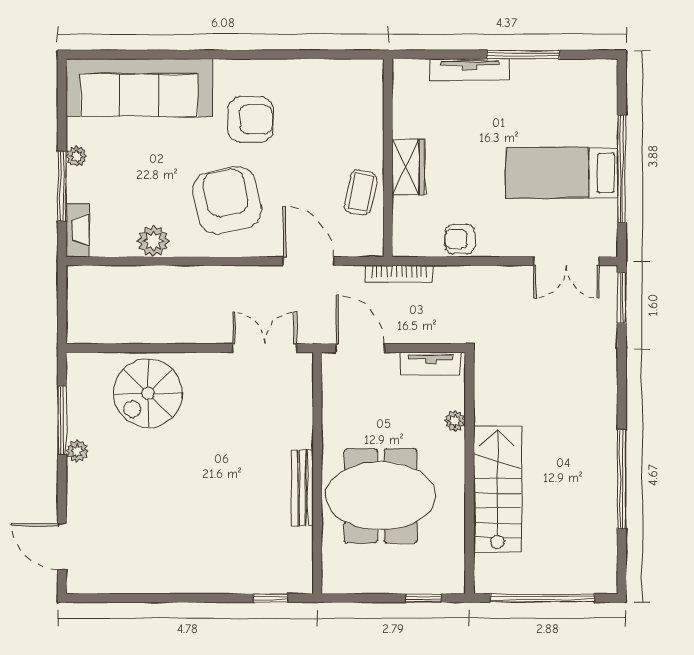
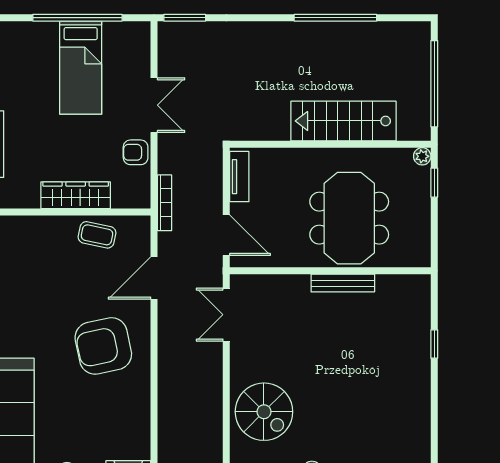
armchair: (250, 119) -> (36, 326), removed
wardrobe: (408, 167) -> (76, 195), width x1.50
armchair: (460, 239) -> (136, 152), turned 90
plant: (153, 241) -> (137, 407), removed
double door: (566, 261) -> (154, 105), moved
door: (360, 348) -> (226, 235), swing flipped
plant: (455, 421) -> (422, 156), moved
window: (271, 598) -> (434, 344), moved

